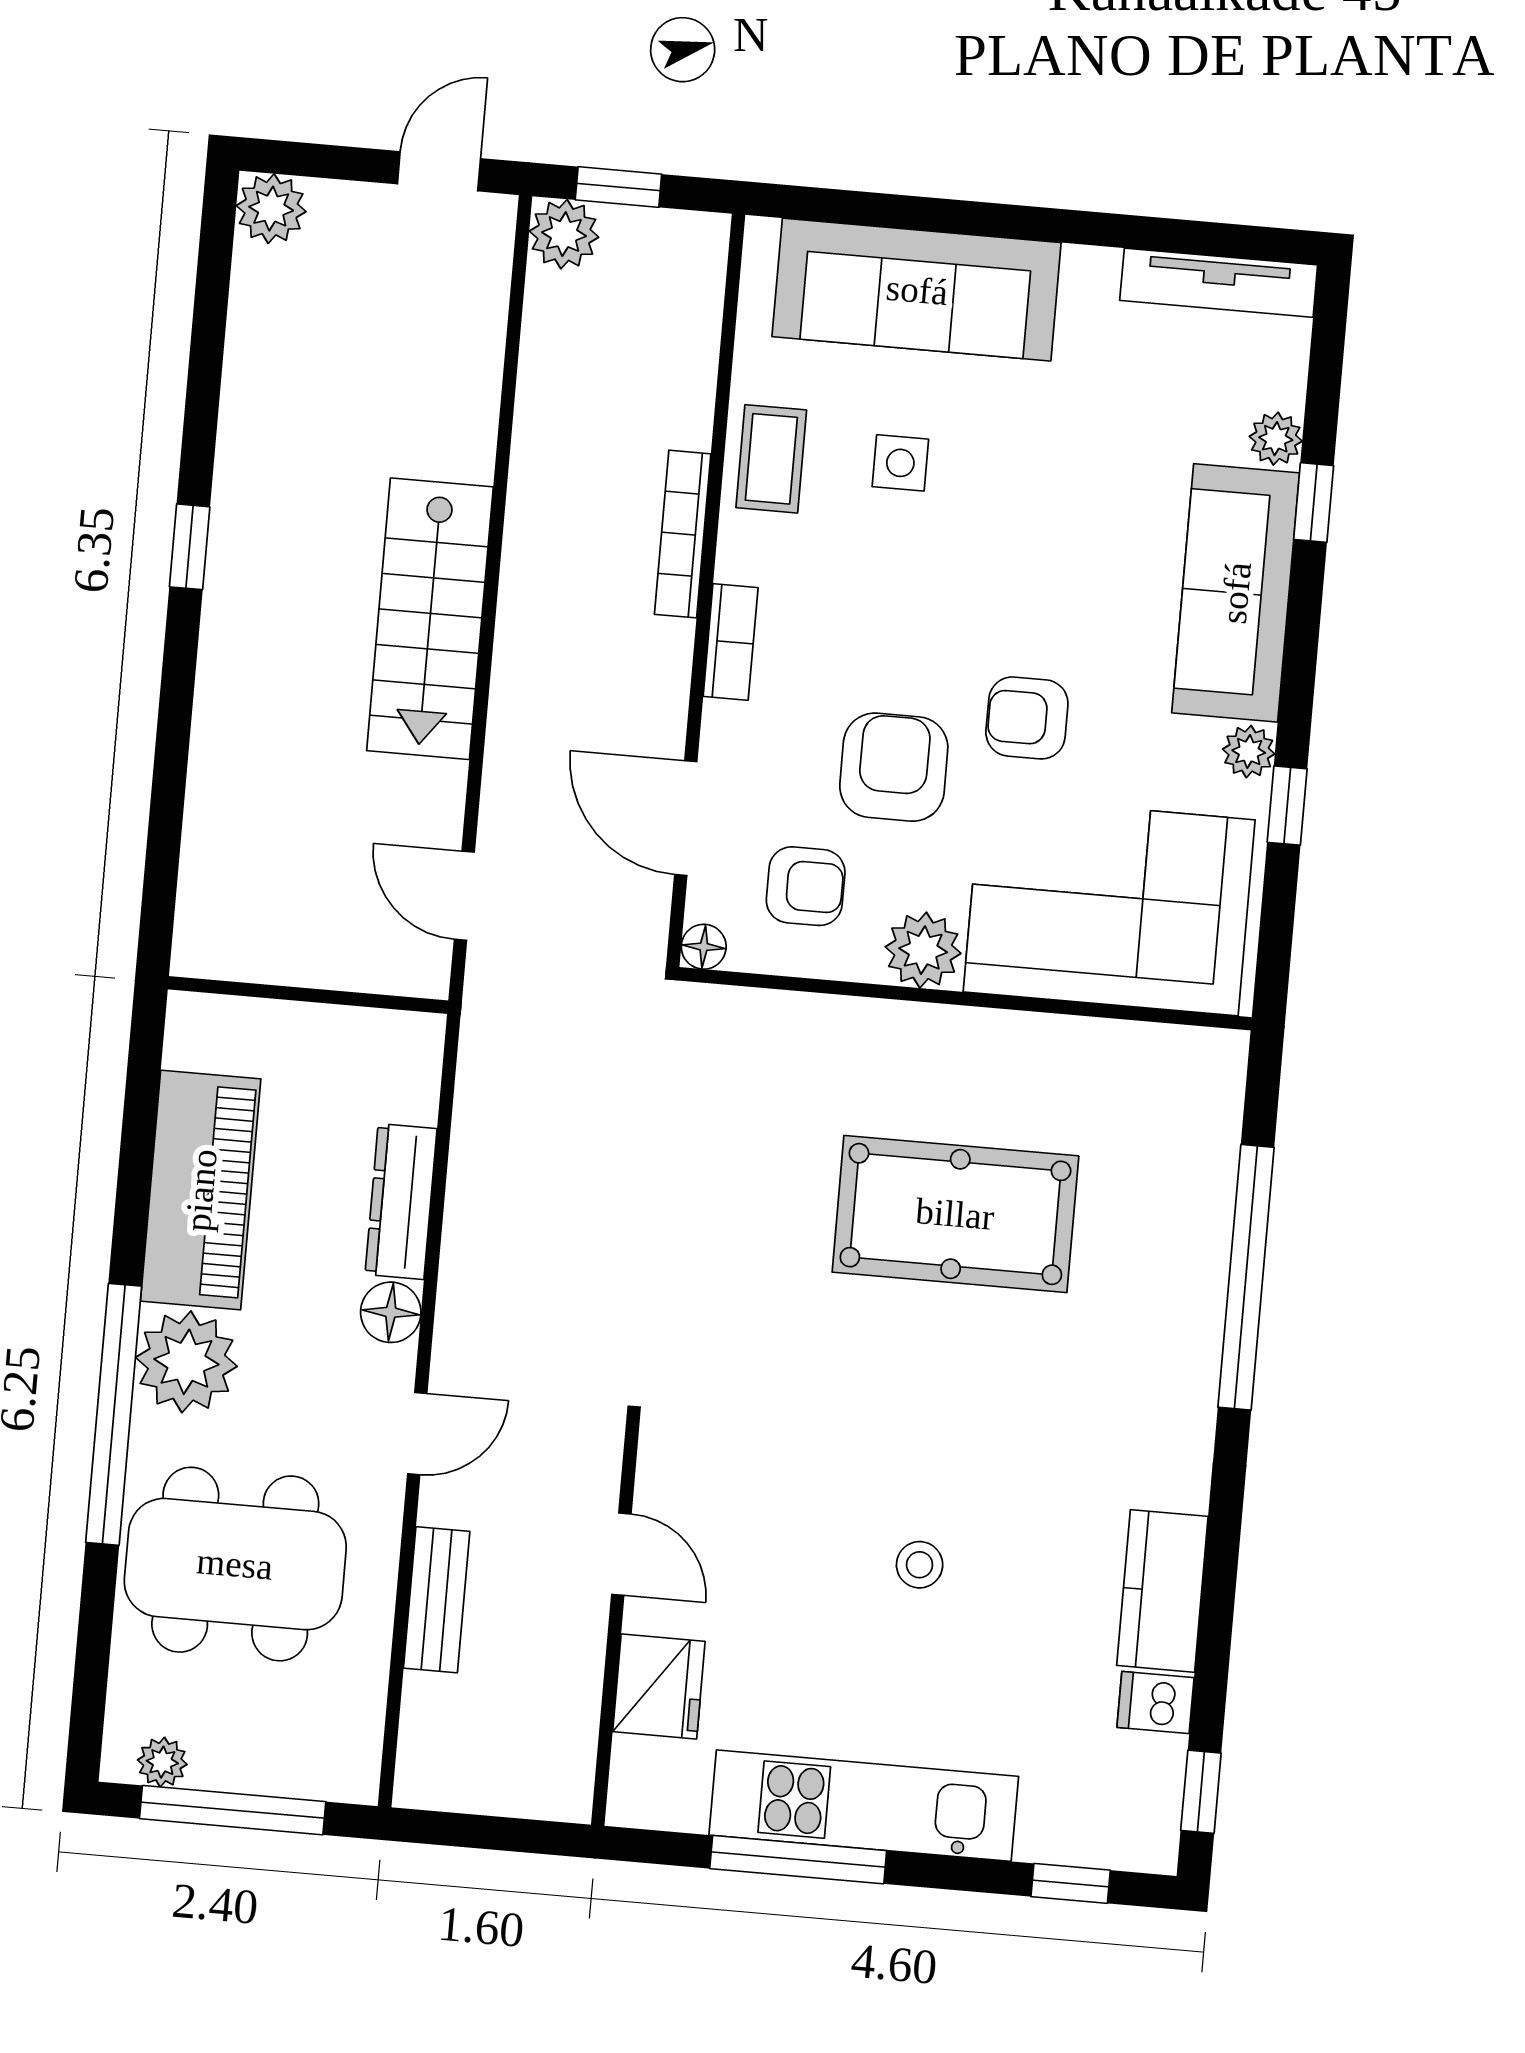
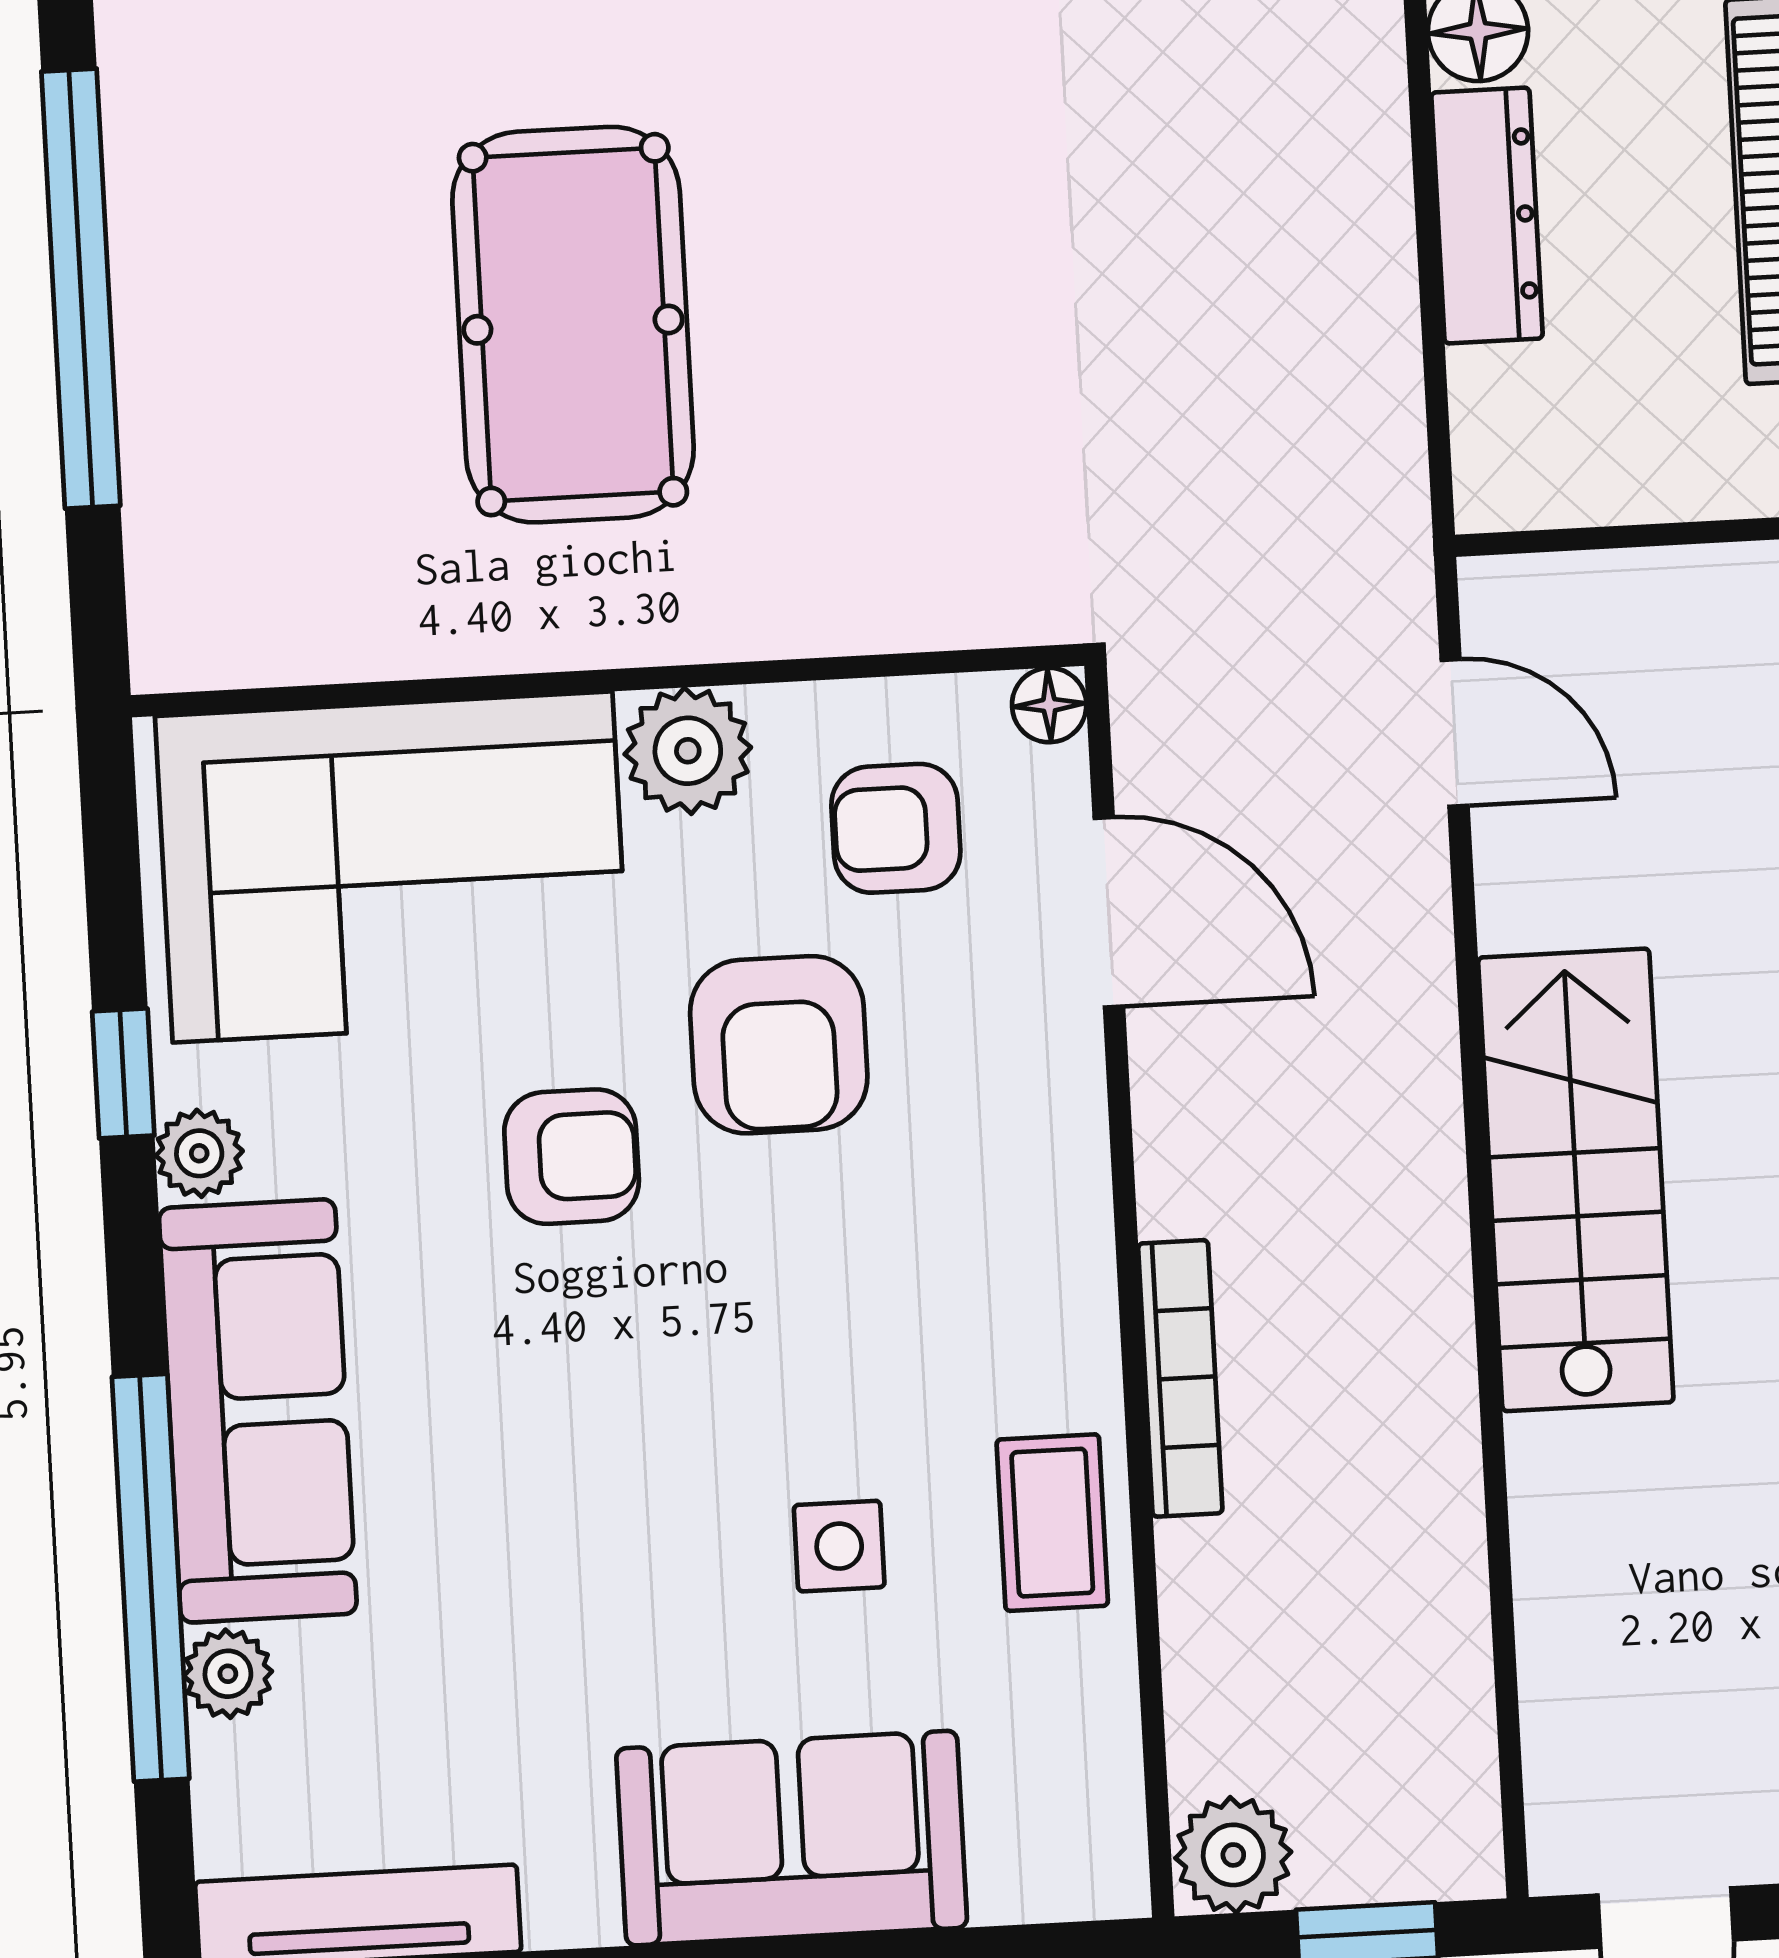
plant: (564, 234) -> (1233, 1855), moved
sofa: (917, 290) -> (792, 1838), width x0.73
window: (1314, 503) -> (151, 1578), width x3.17
bookcase: (731, 642) -> (1076, 1212), removed
pool table: (955, 1214) -> (573, 325), turned 90

